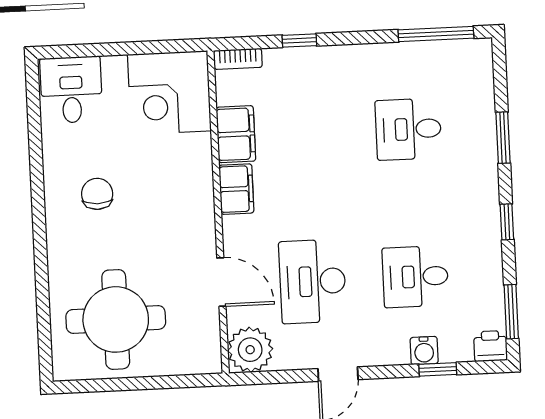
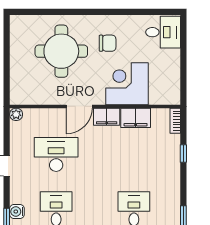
corner desk: (169, 93) -> (127, 84), moved
door: (221, 282) -> (79, 106), moved
round table: (116, 319) -> (61, 51), moved
plant: (250, 350) -> (16, 114), width x0.53, depth x0.53

